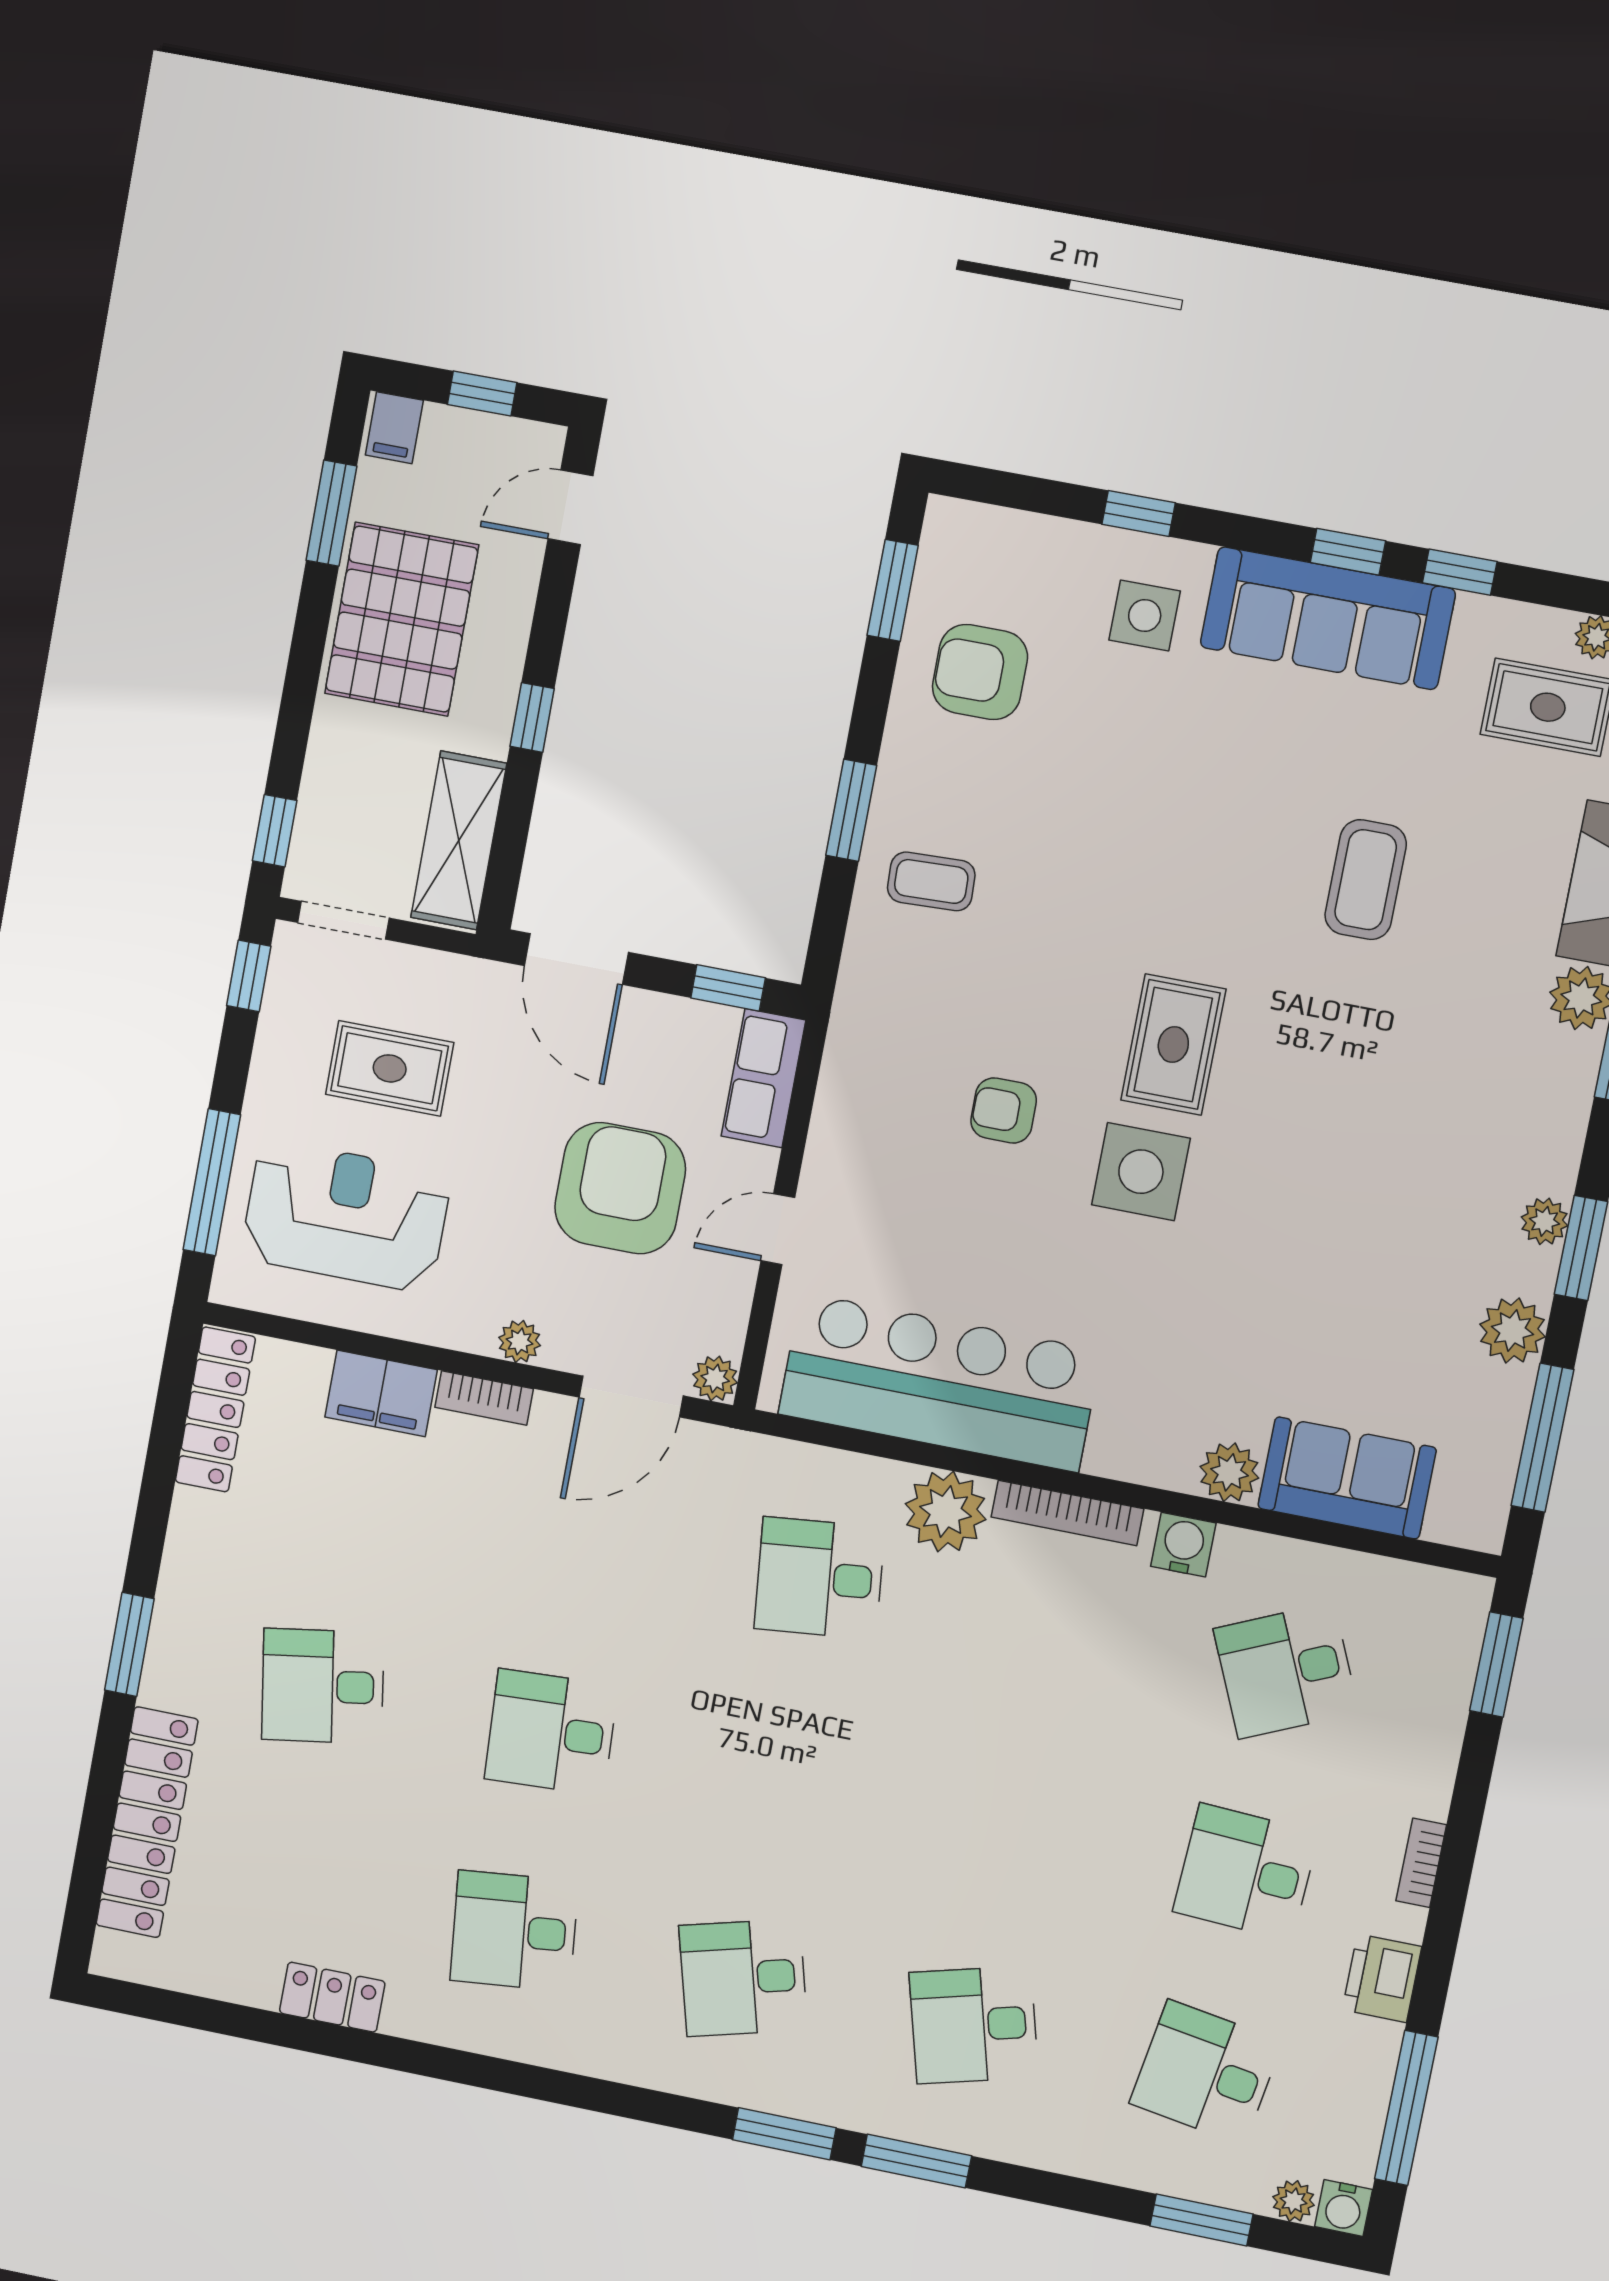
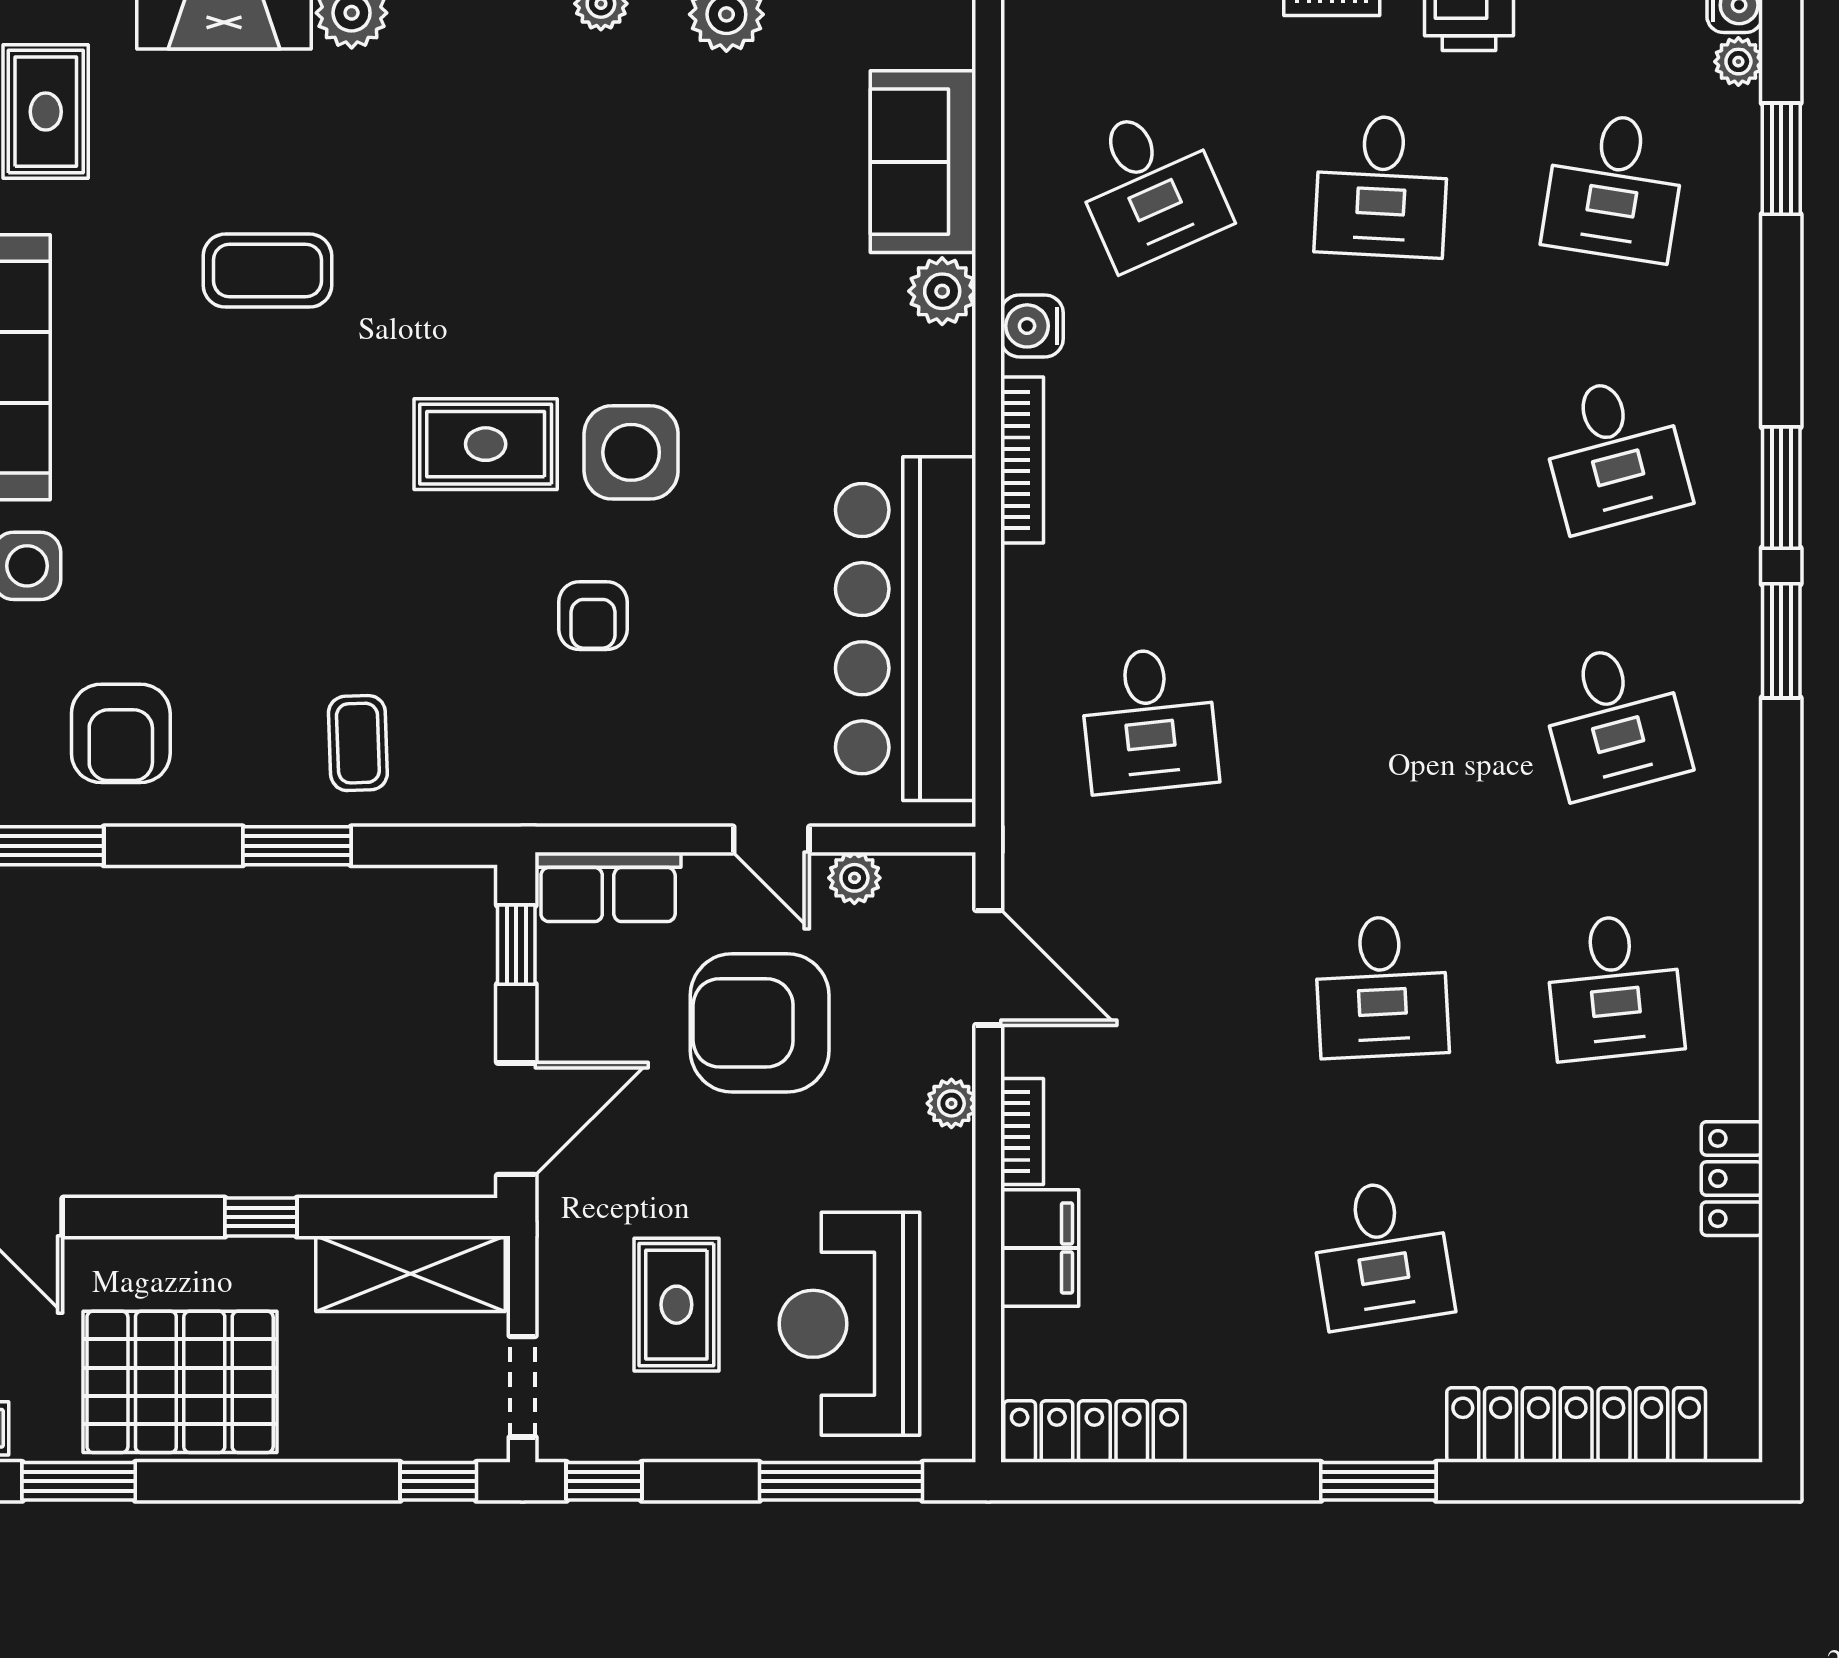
plant: (715, 1378) -> (854, 878), moved
plant: (946, 1512) -> (1047, 595), removed

